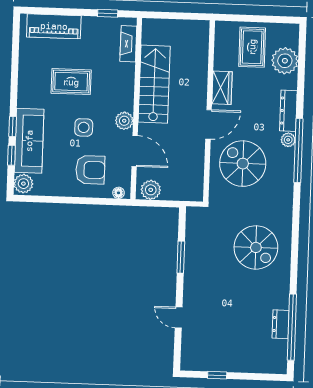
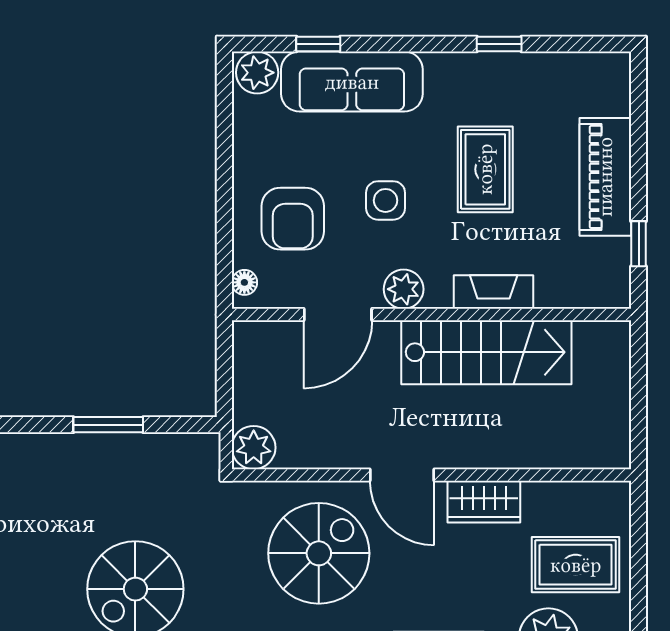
piano: (54, 26) -> (605, 177), moved
fireplace: (128, 44) -> (494, 292), moved
window: (13, 126) -> (499, 44), moved
plant: (151, 190) -> (254, 448), moved

